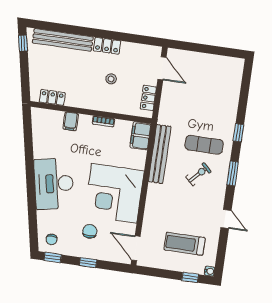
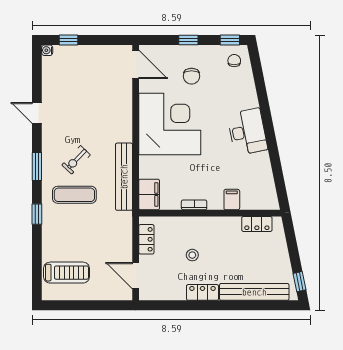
desk: (54, 184) -> (247, 132), width x0.73, depth x0.77
treadmill: (185, 244) -> (66, 273), moved

